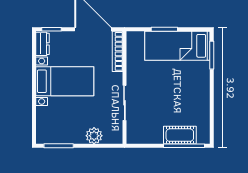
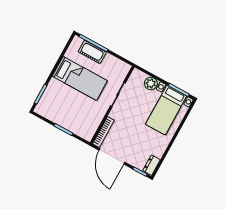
bed: (177, 46) -> (80, 78), moved
bed with nightstands: (65, 81) -> (166, 110), moved, turned -90

